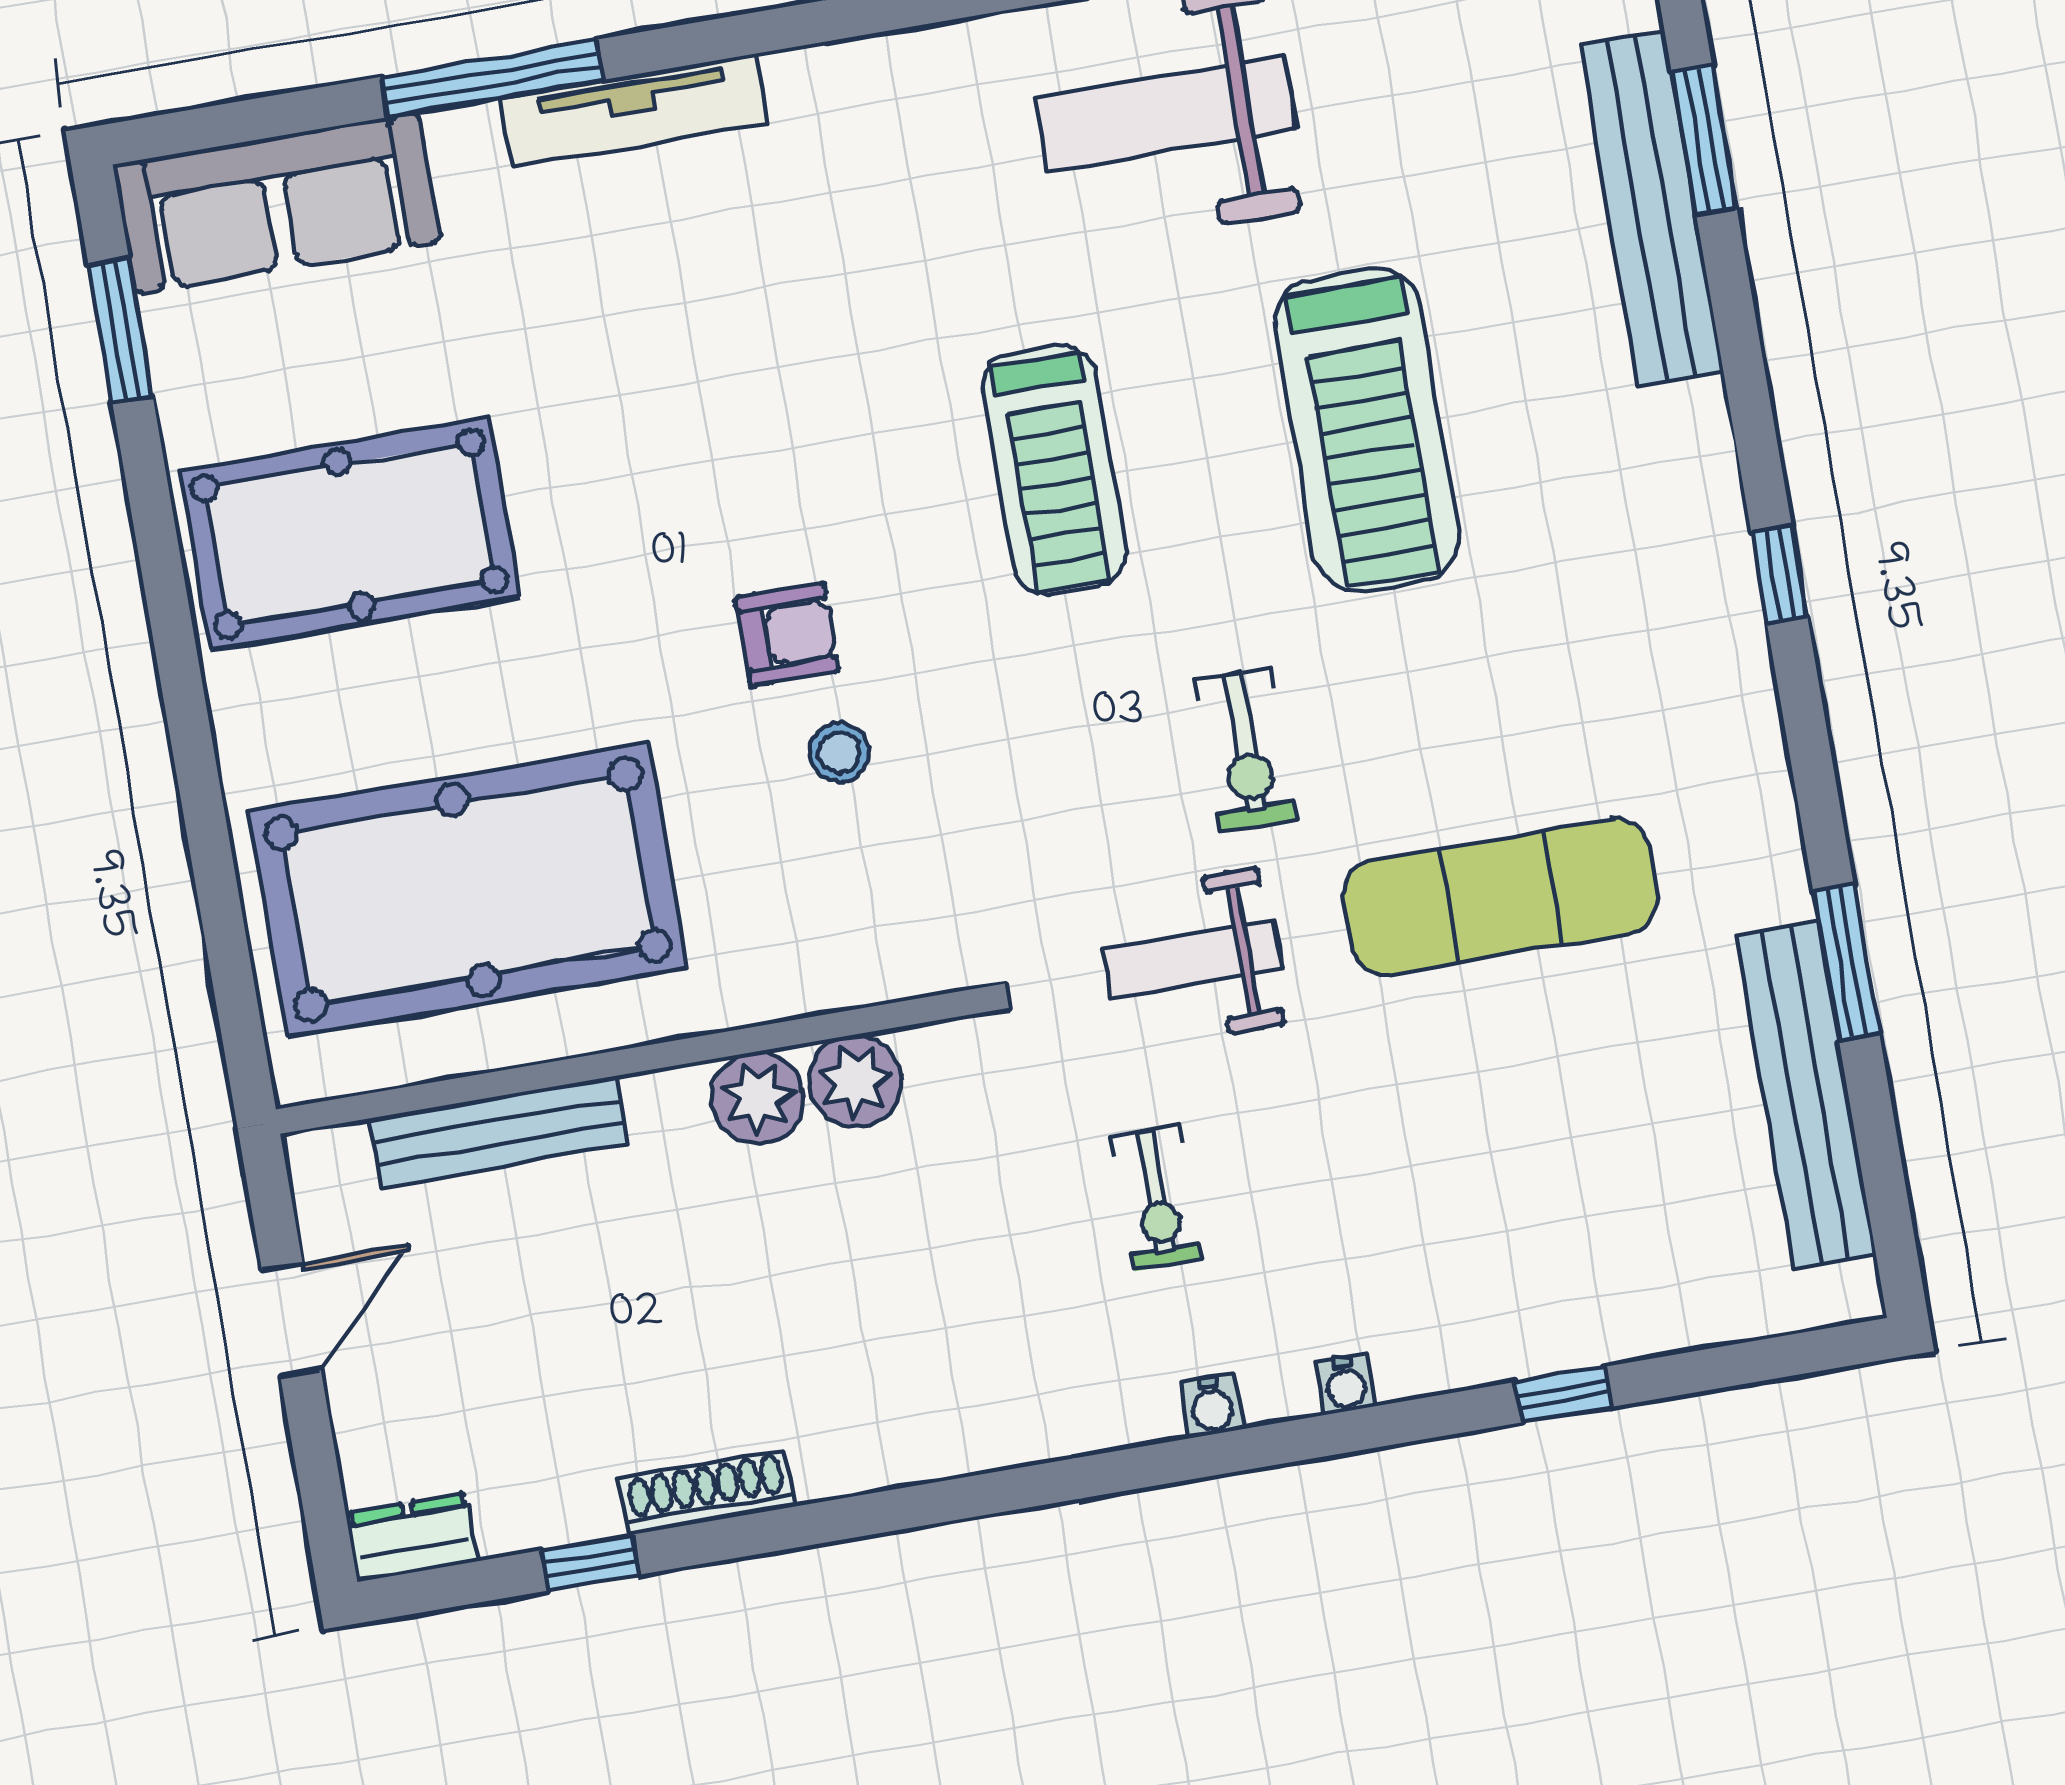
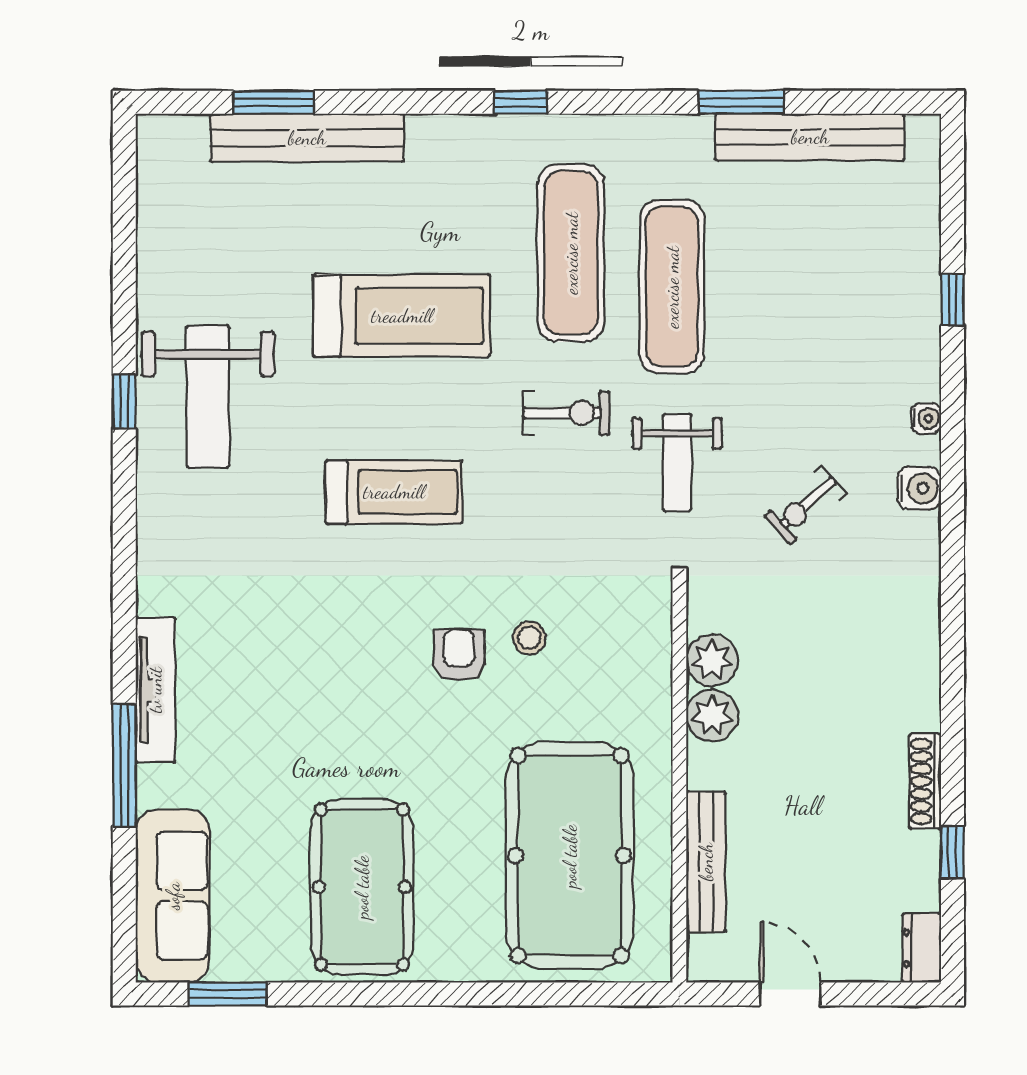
exercise mat: (1529, 709) -> (571, 253), added
exercise bike: (1157, 1198) -> (805, 505), turned 138
water cooler: (1212, 1406) -> (919, 488), width x1.38, depth x1.38

